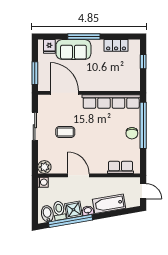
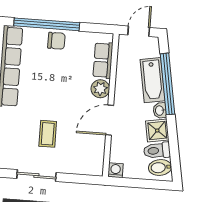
plant: (44, 167) -> (100, 89), moved
window: (71, 221) -> (167, 84), moved

